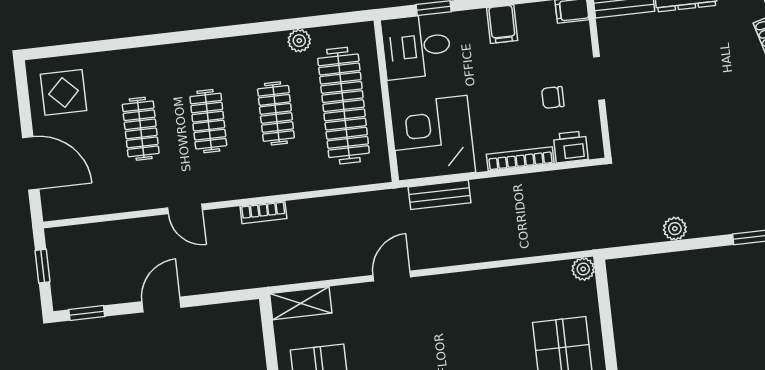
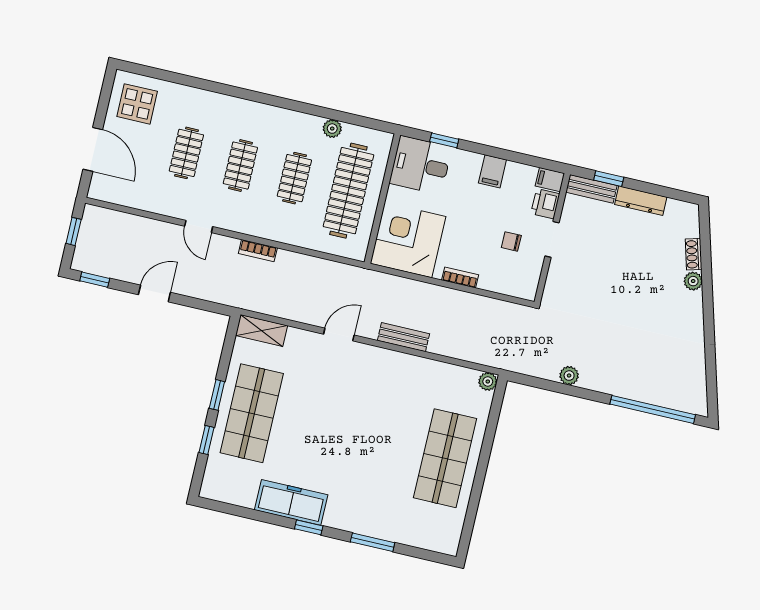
printer: (571, 147) -> (545, 204), moved, turned -90
bookcase: (520, 159) -> (460, 277), width x0.64
bench: (439, 195) -> (403, 337), moved

